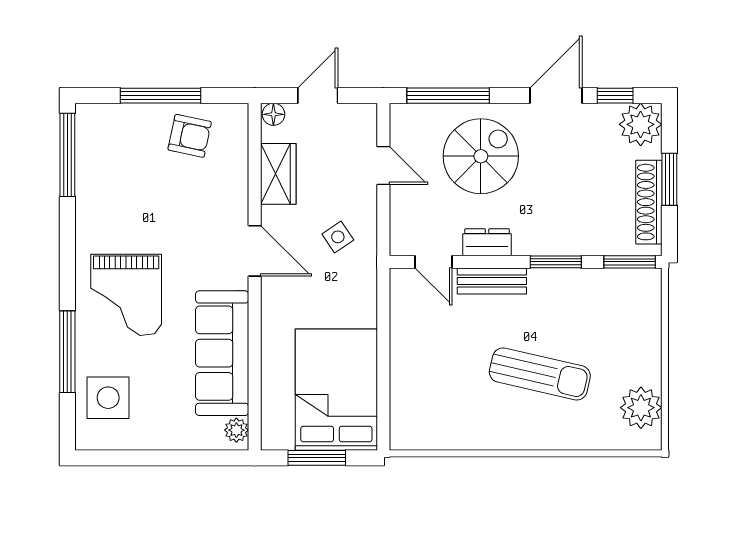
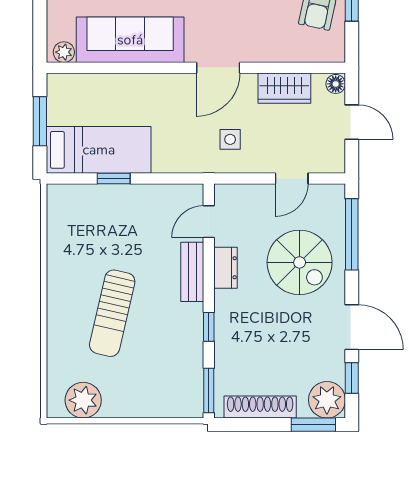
window: (669, 179) -> (313, 425), moved
side table: (338, 237) -> (230, 139), turned 34
window: (556, 262) -> (209, 327), width x0.67
window: (383, 372) -> (114, 179), added
bed: (336, 390) -> (99, 150), width x0.67

